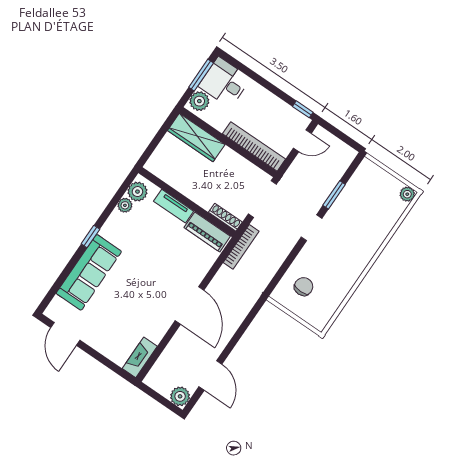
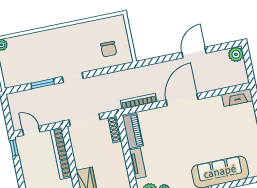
bookcase: (241, 247) -> (139, 101), moved
chair: (304, 287) -> (109, 49), turned -90
door: (210, 375) -> (194, 53), moved

